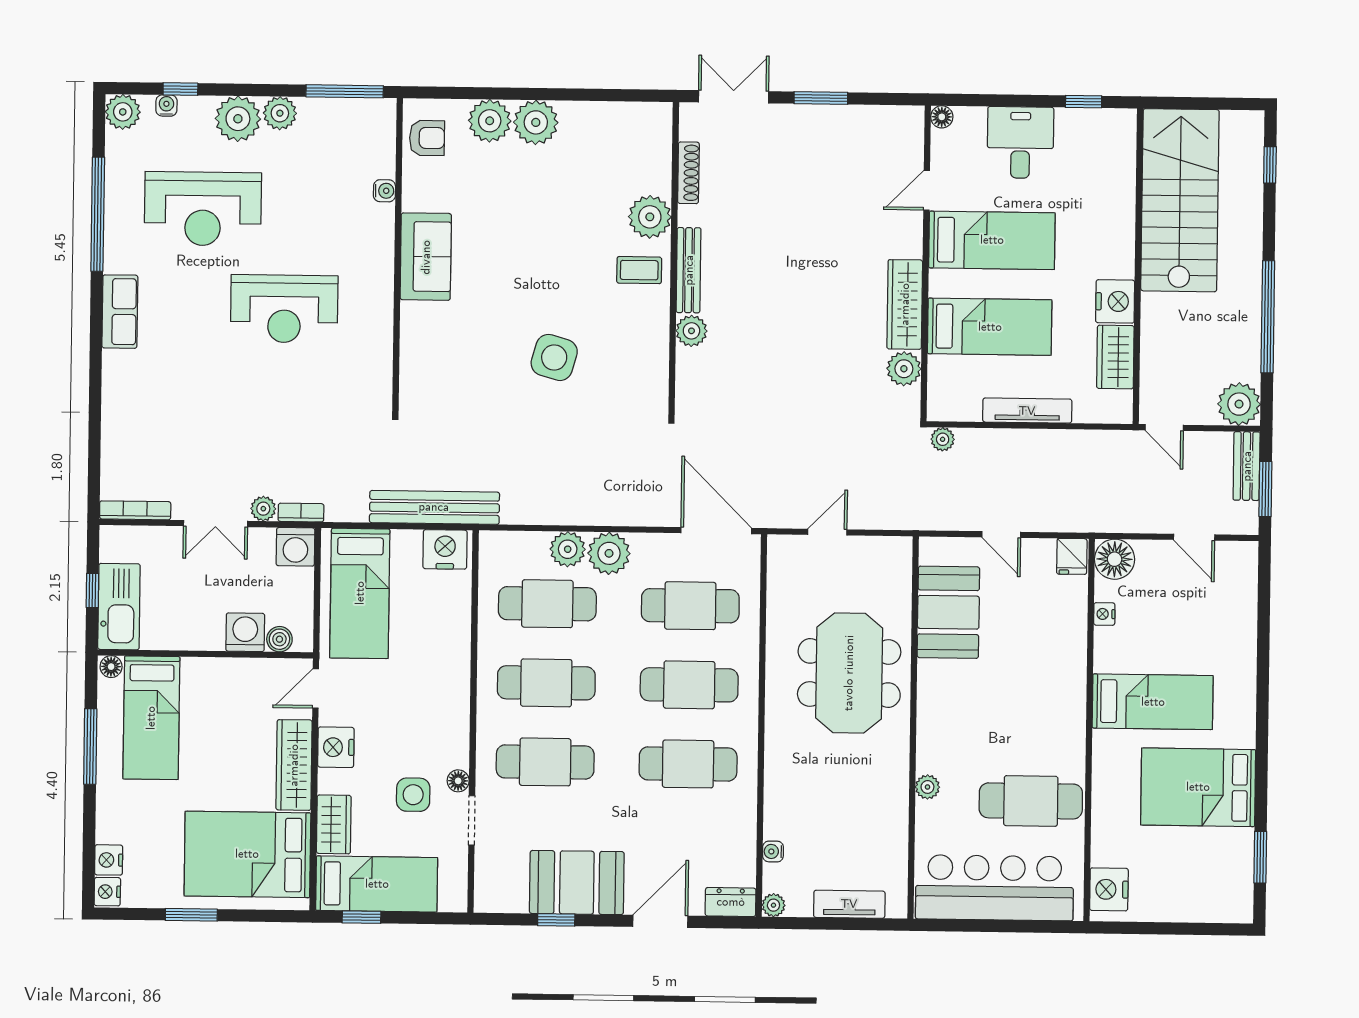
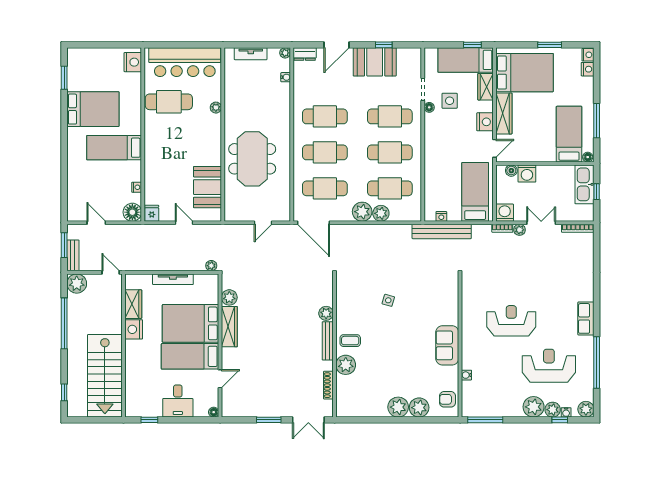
plant: (280, 113) -> (553, 410), moved
bed: (990, 327) -> (191, 323), width x1.50
side table: (554, 357) -> (388, 300), width x0.54, depth x0.54
nightstand: (445, 549) -> (441, 216), width x0.53, depth x0.56

